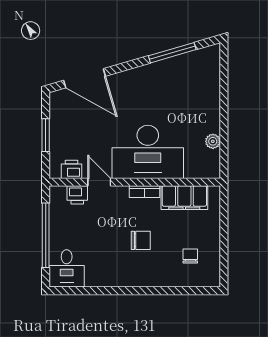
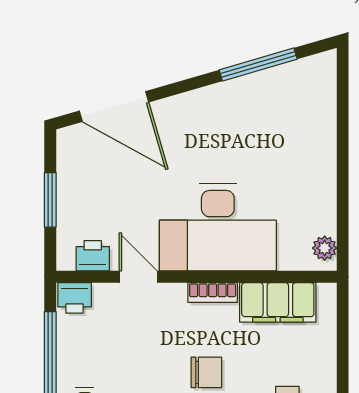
plant: (213, 141) -> (325, 248), moved
printer: (77, 195) -> (75, 298), moved

